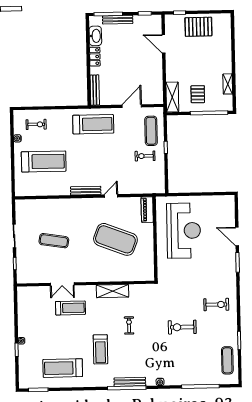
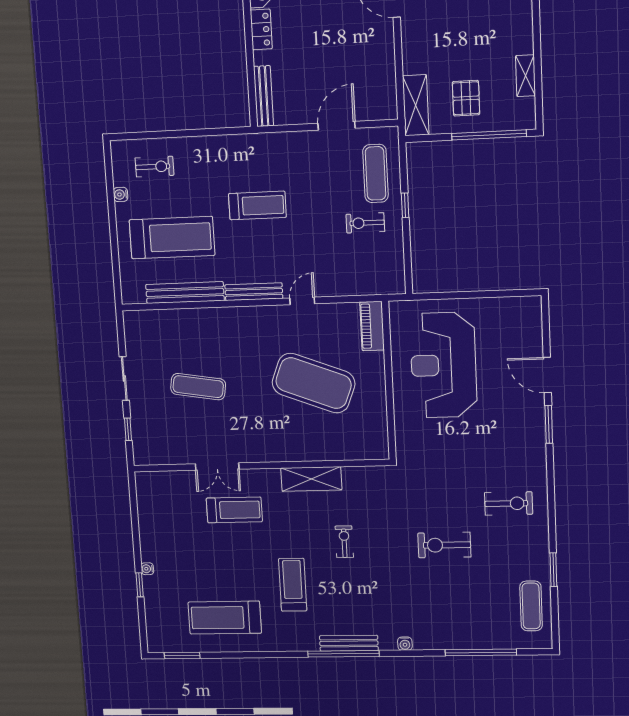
treadmill: (93, 124) -> (257, 205), moved, width x0.73, depth x0.73
bench: (49, 190) -> (185, 293), added
reception desk: (184, 231) -> (443, 365), turned 180
treadmill: (100, 349) -> (293, 585), turned 180

